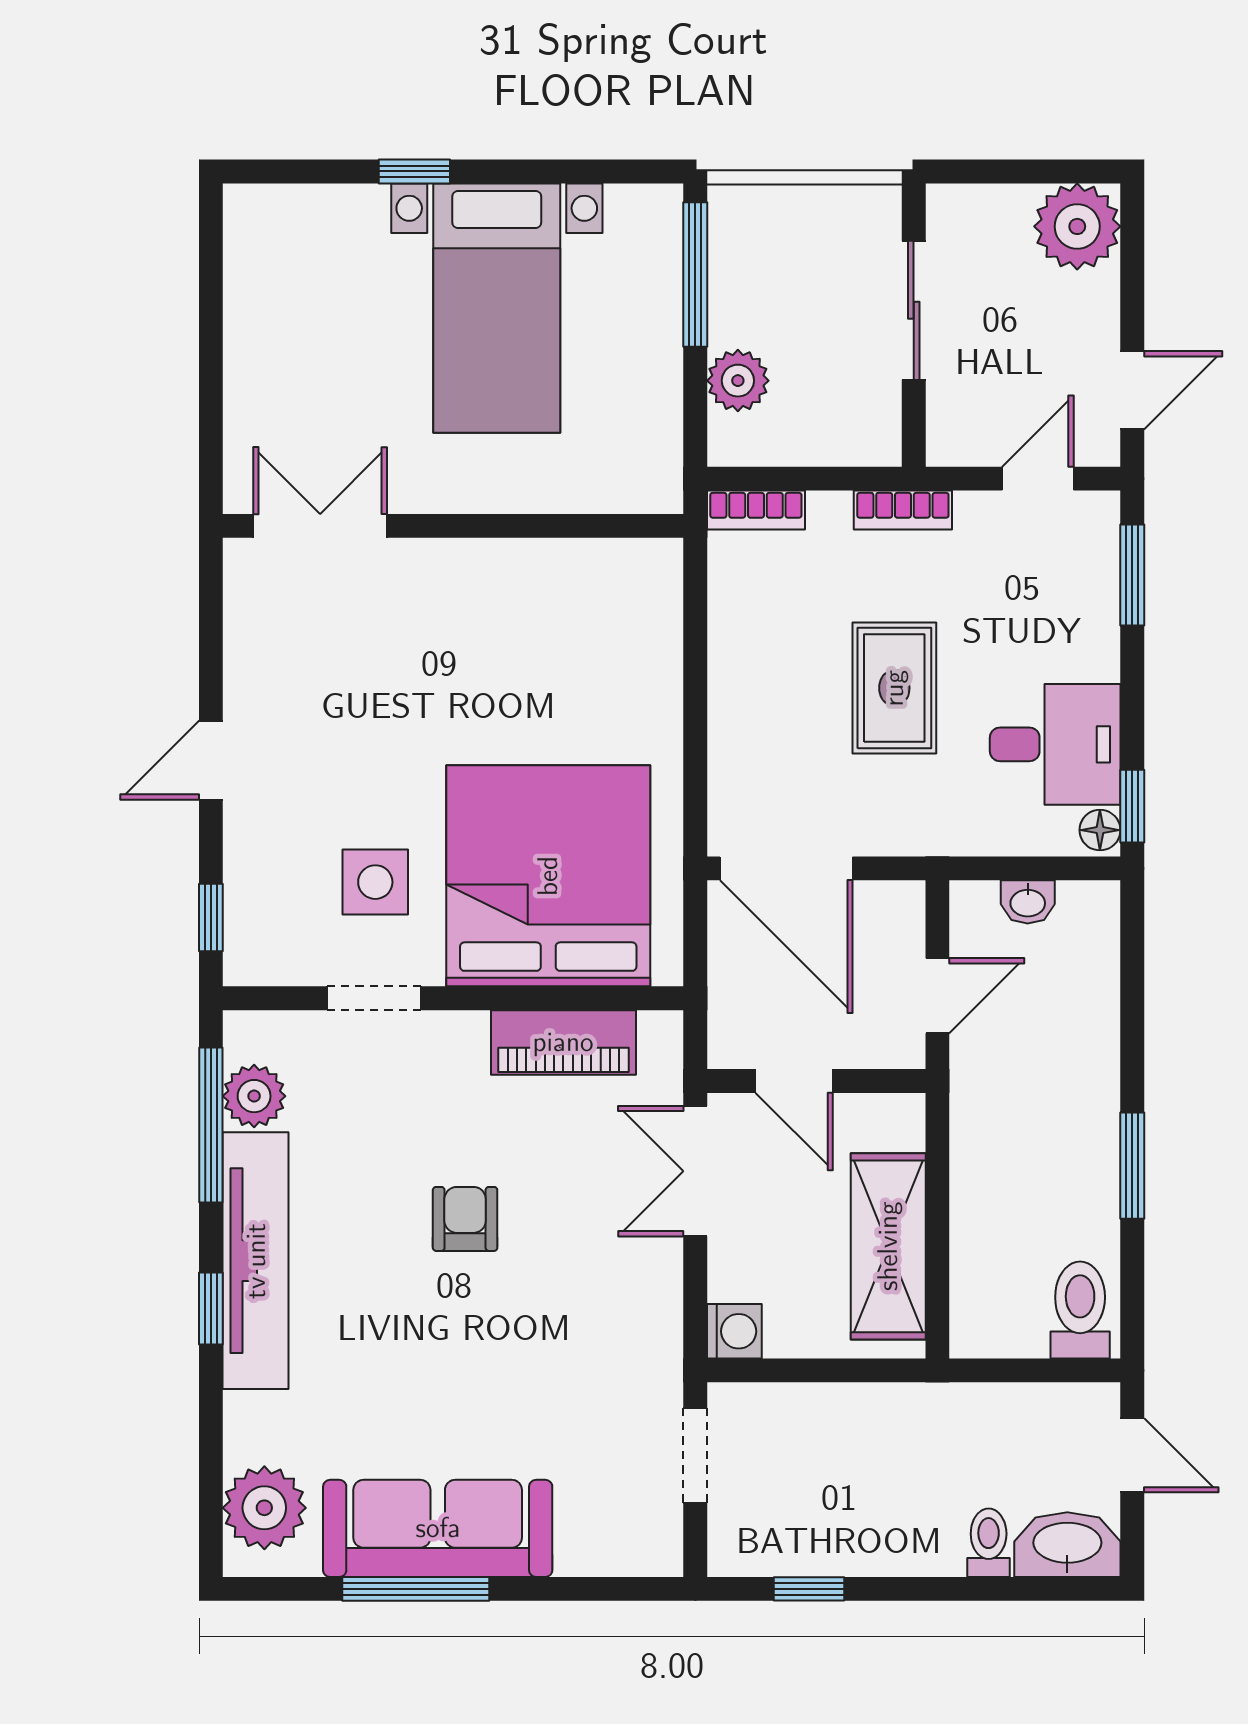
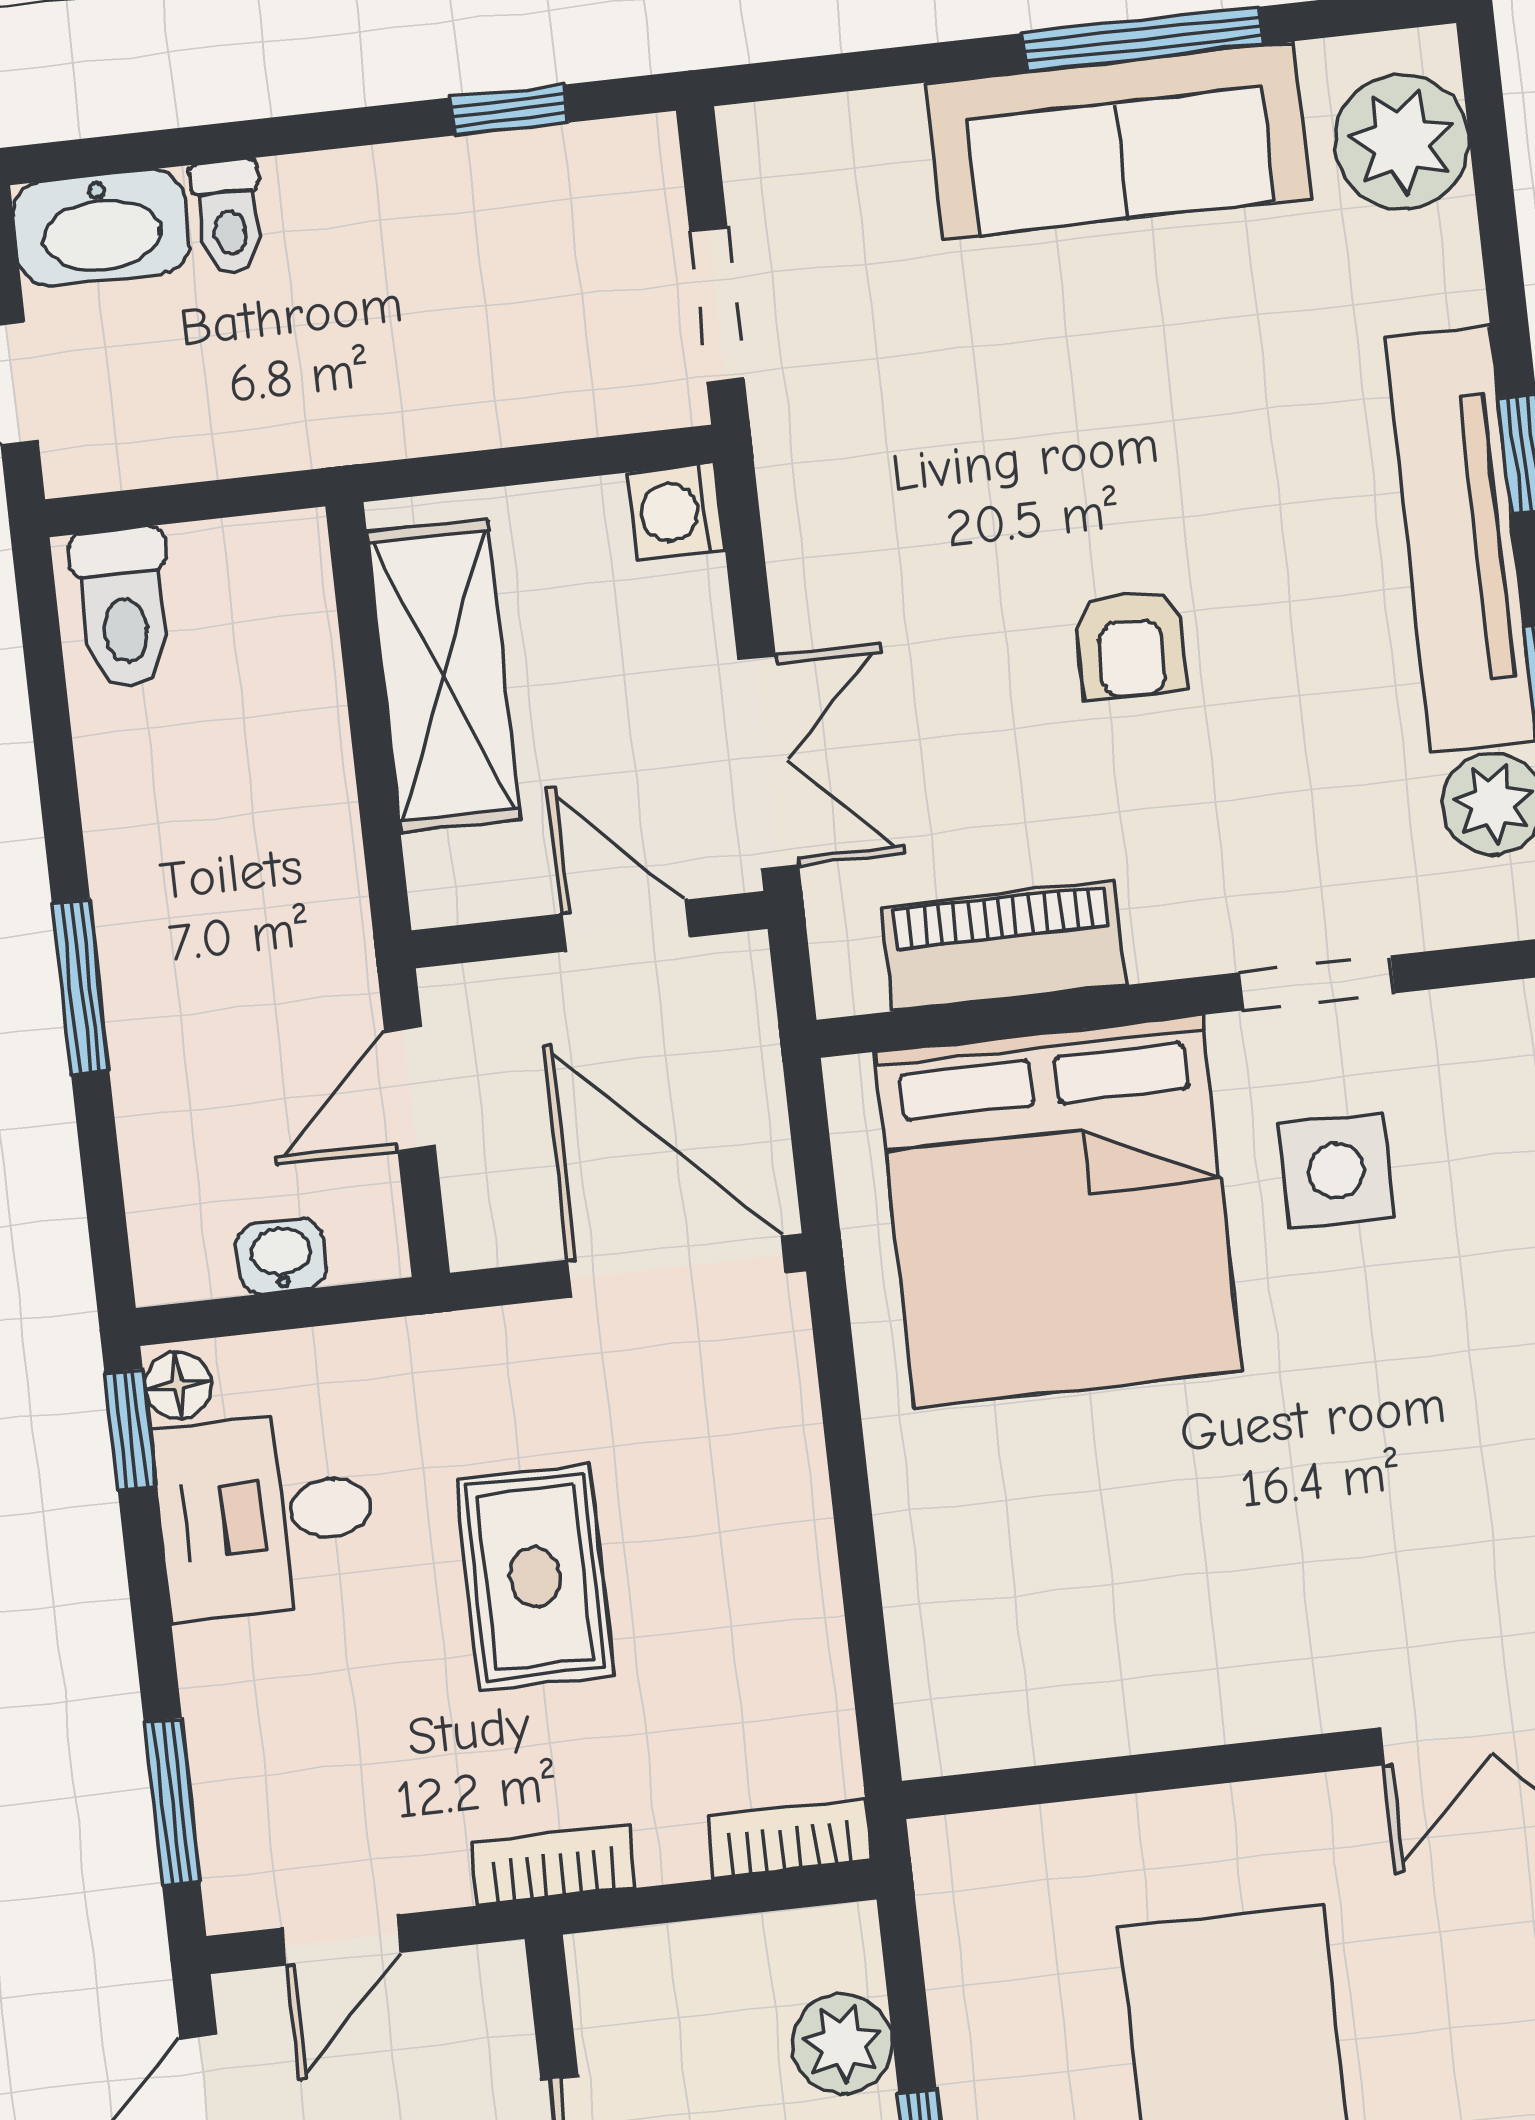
window: (1132, 1166) -> (81, 987), moved

